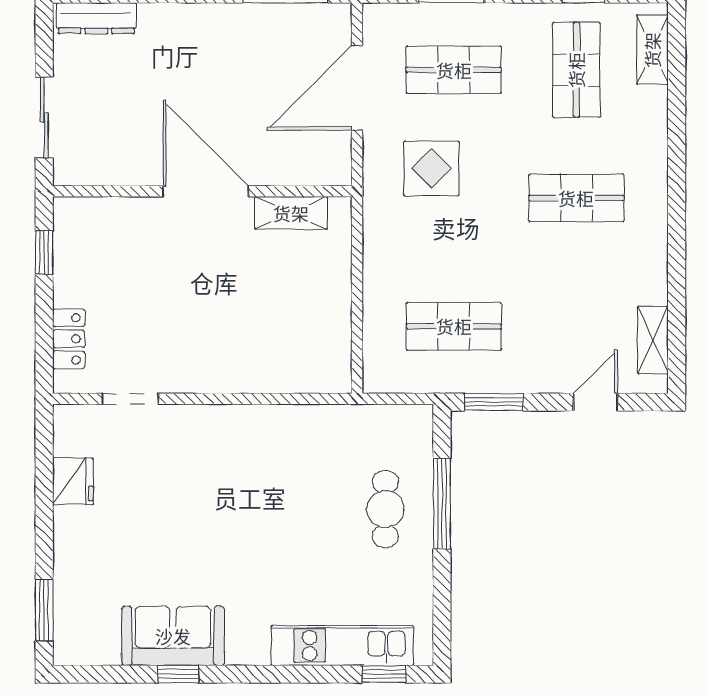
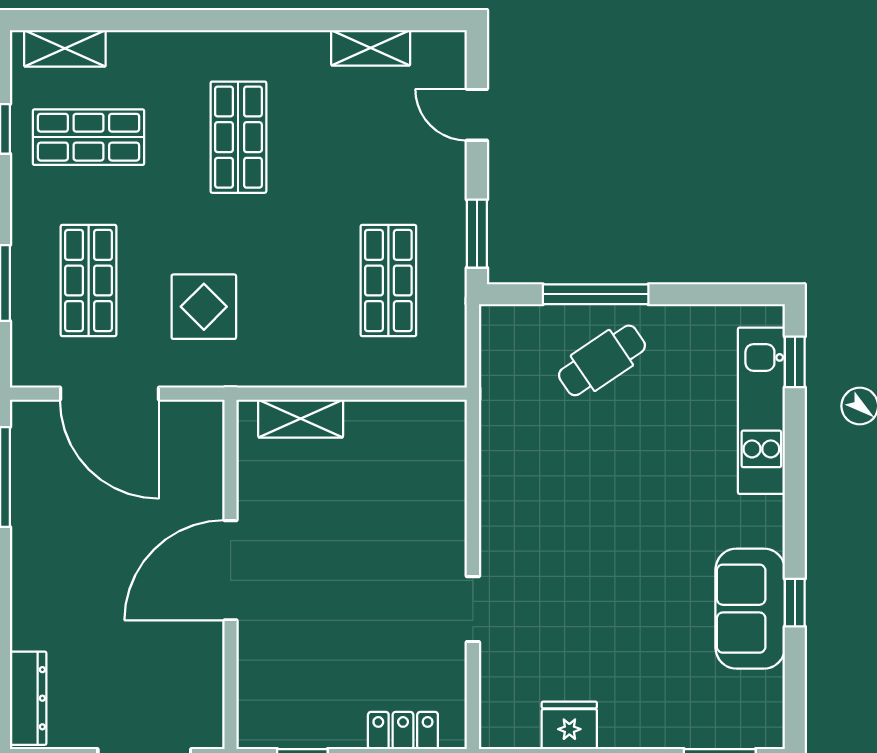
shelving: (291, 213) -> (301, 419), moved, turned 90
shelving: (653, 340) -> (371, 48), moved
doorway: (130, 399) -> (473, 609), moved
cafe table: (385, 509) -> (602, 360), turned -34

